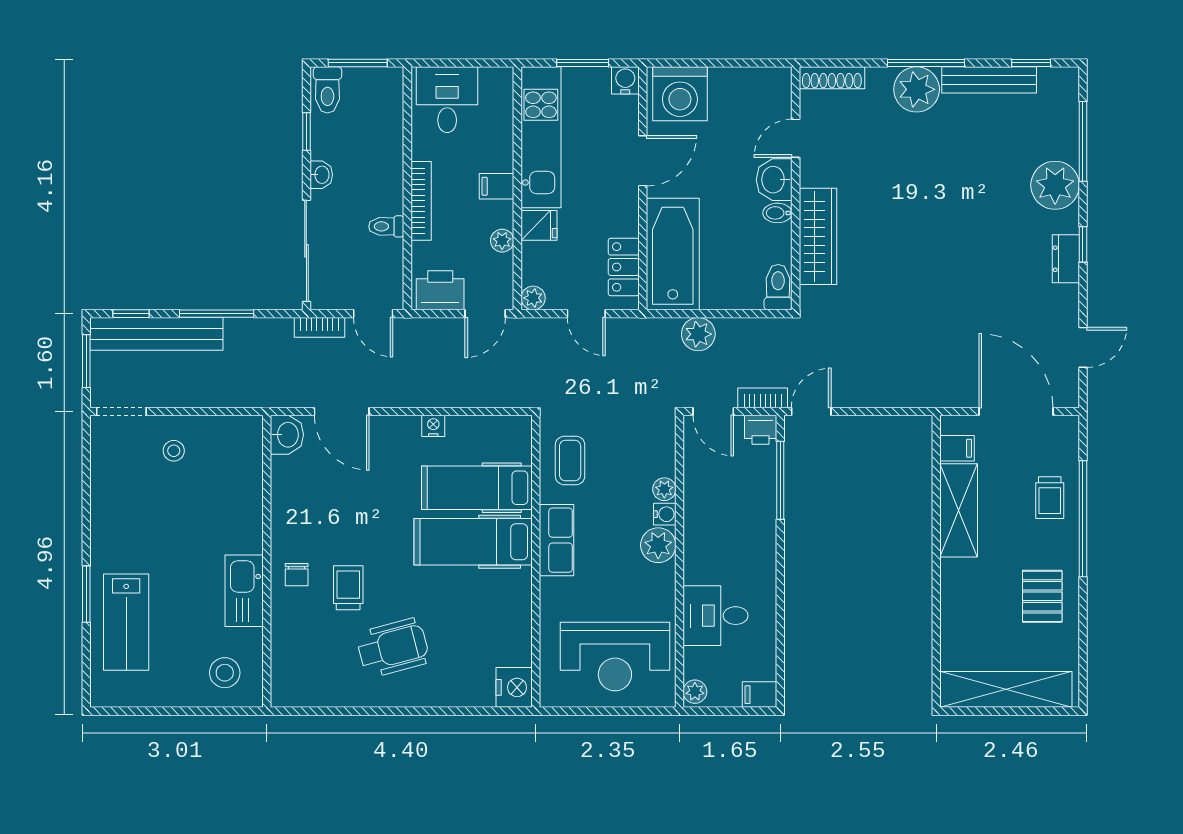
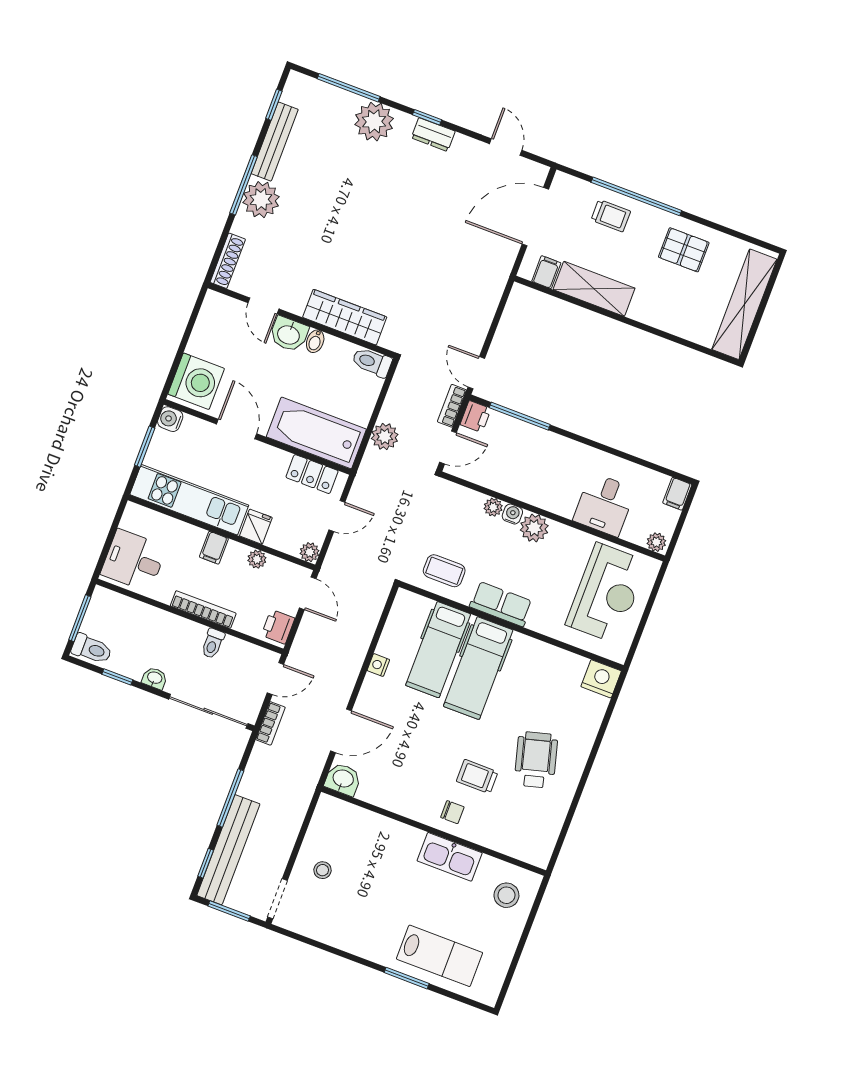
printer: (440, 290) -> (278, 627), width x0.73, depth x0.81

